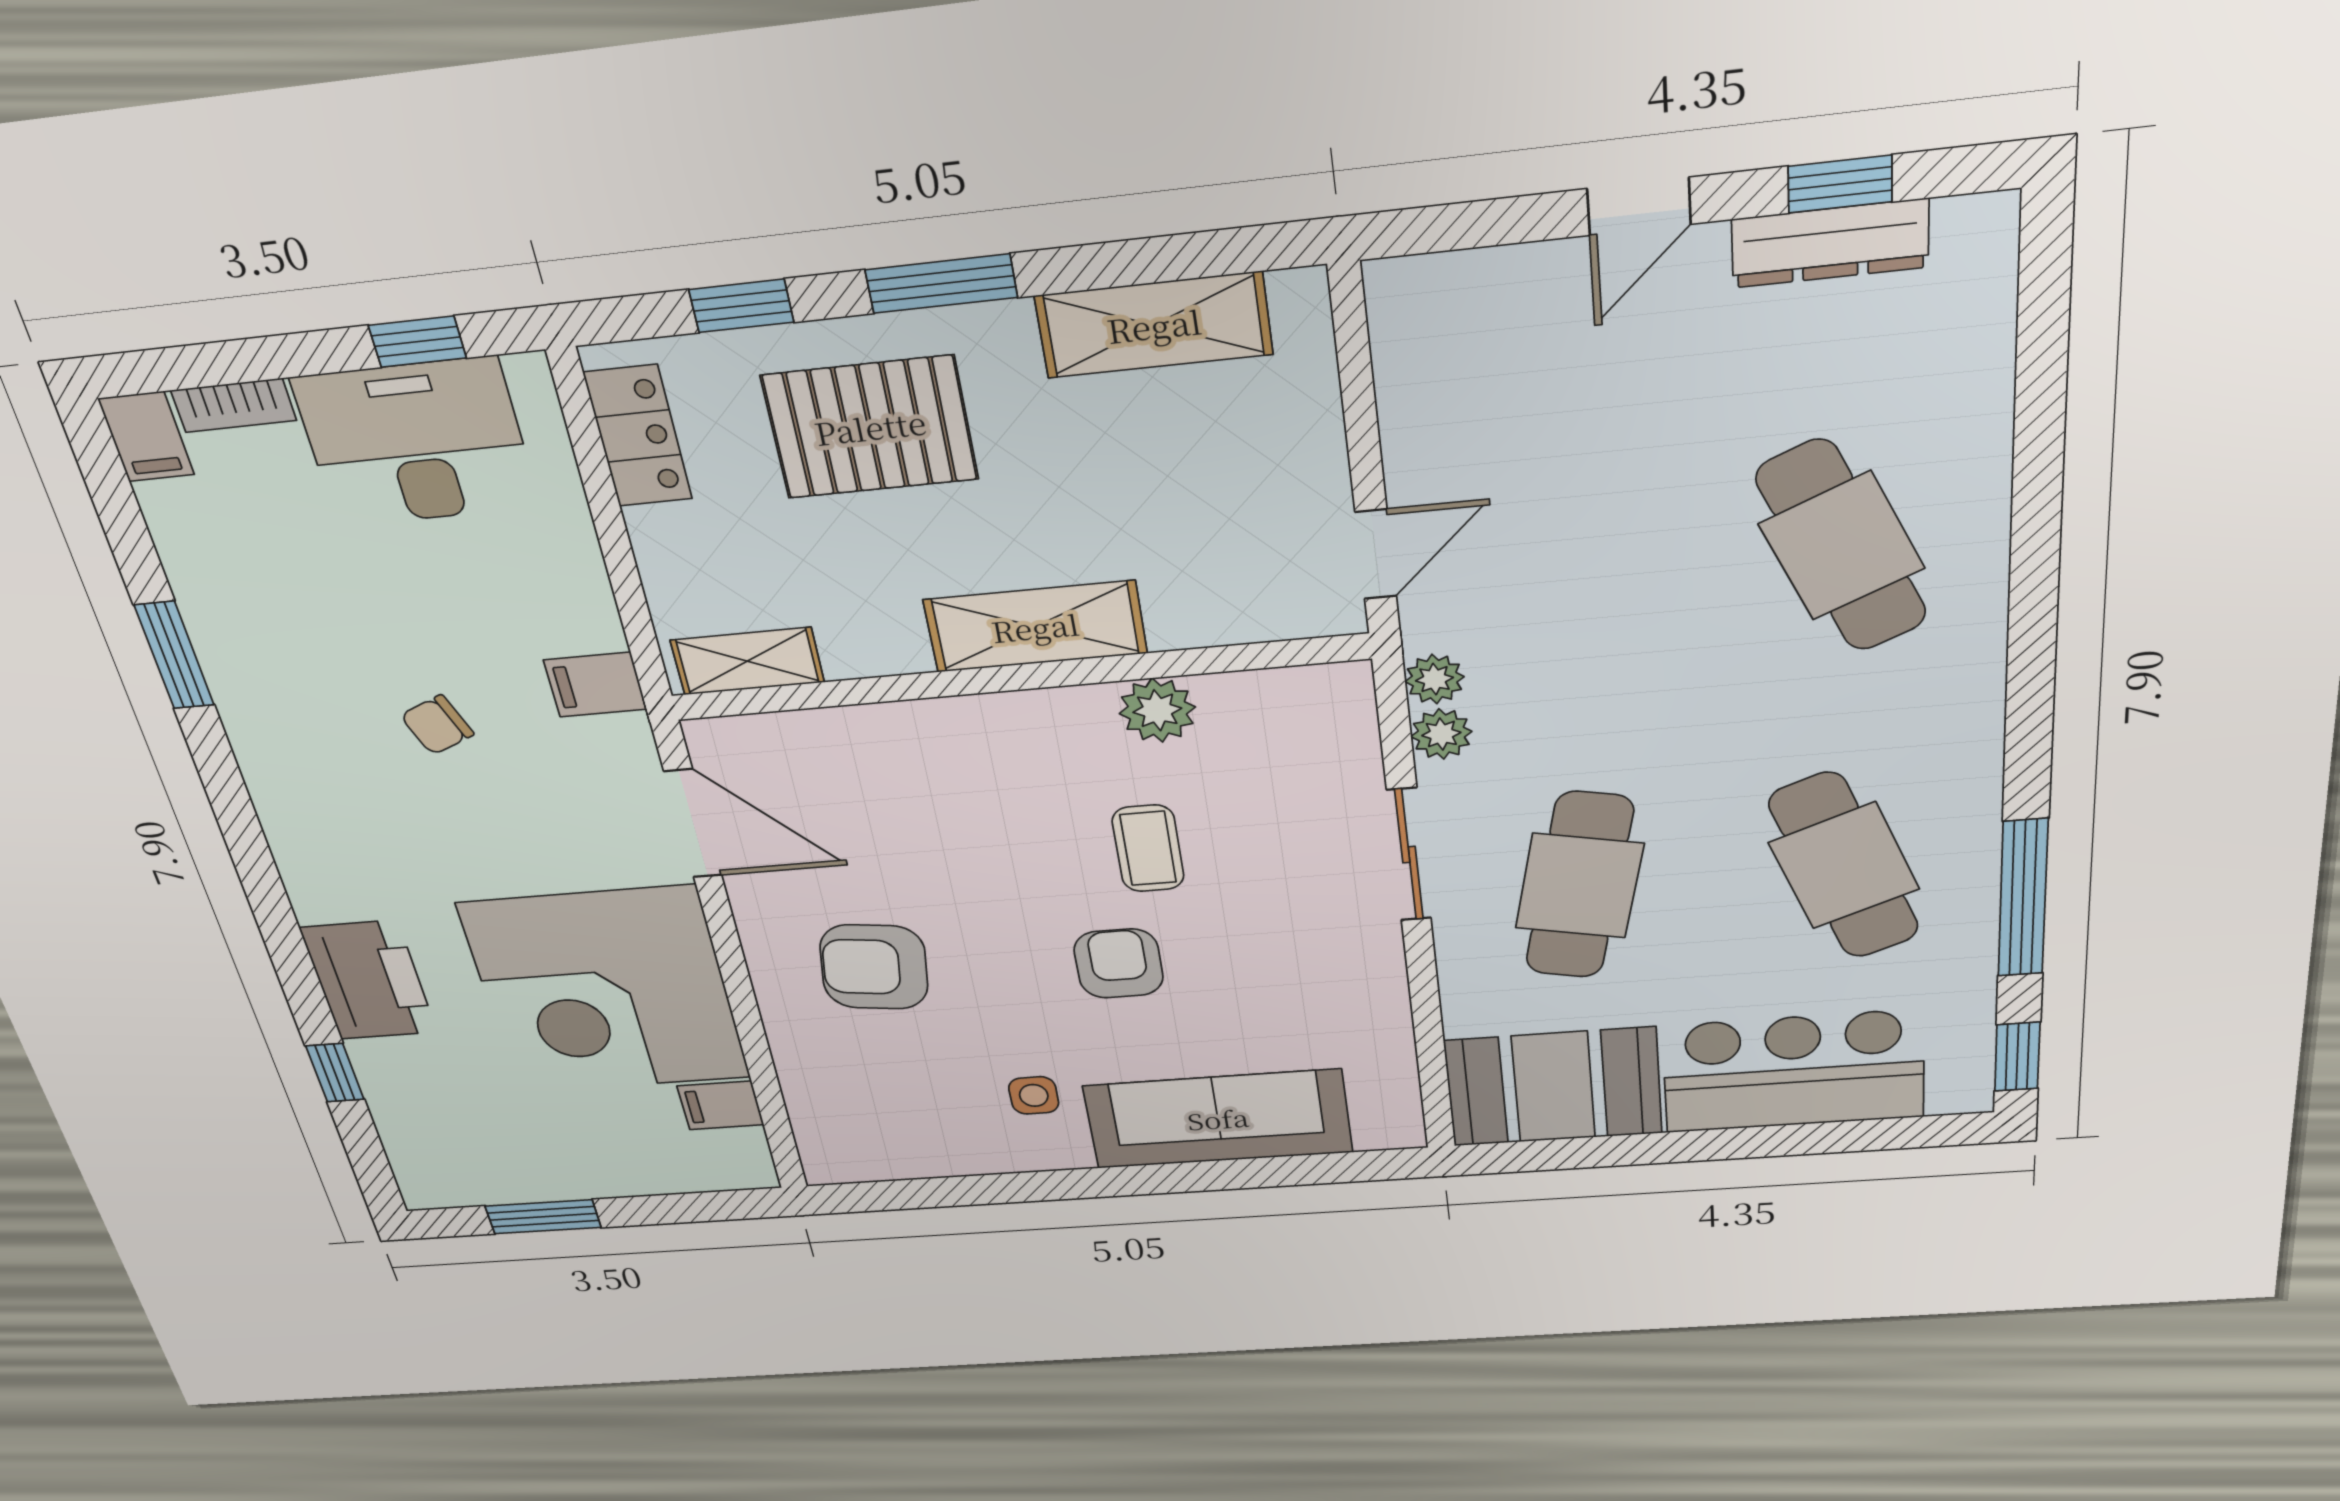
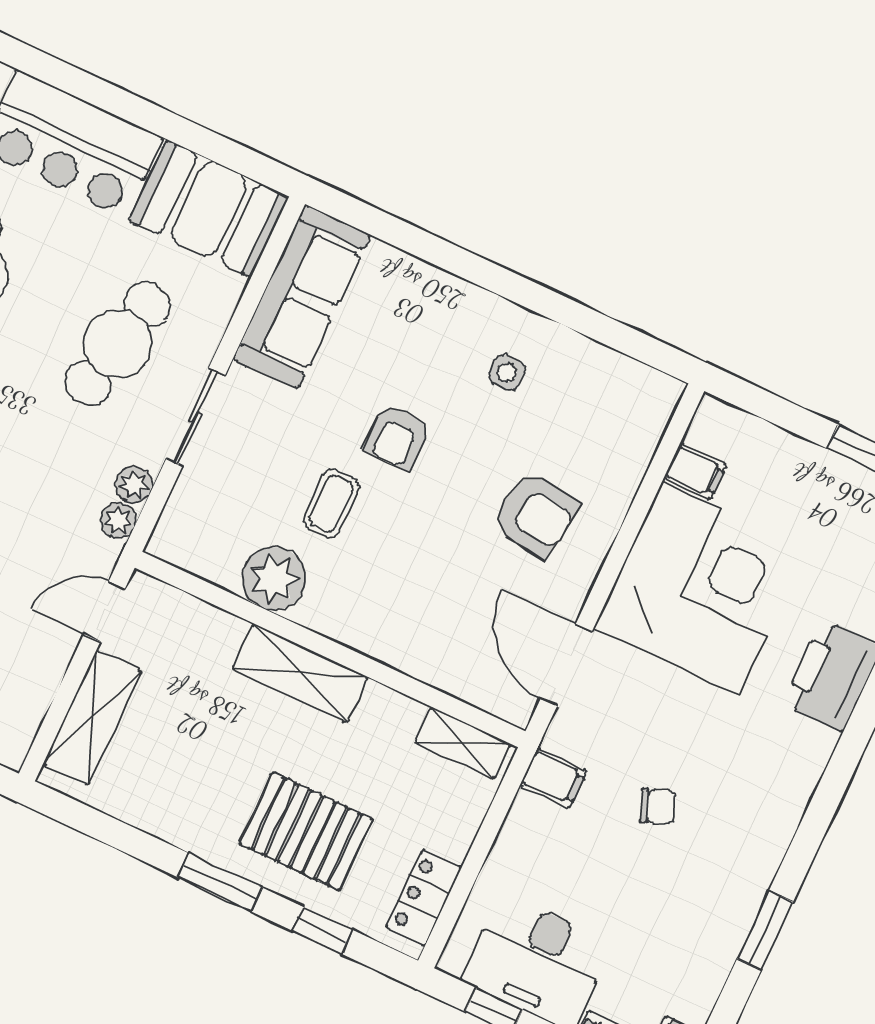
shelving: (1154, 325) -> (92, 718), moved, turned 90
plant: (1157, 710) -> (274, 579), width x1.36, depth x1.36
sofa: (1218, 1119) -> (302, 297), moved, turned -90

